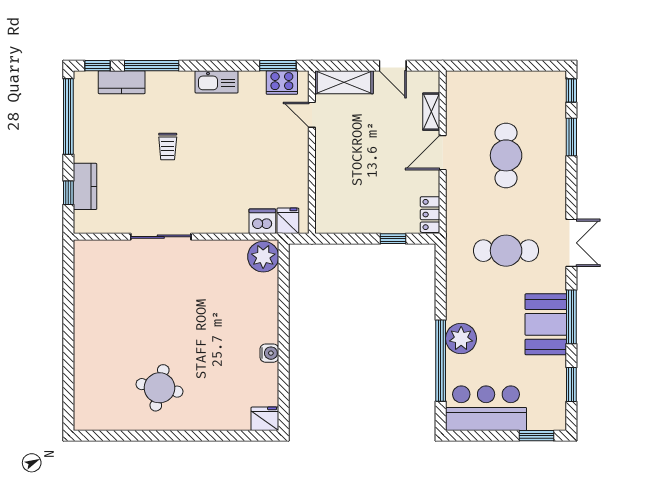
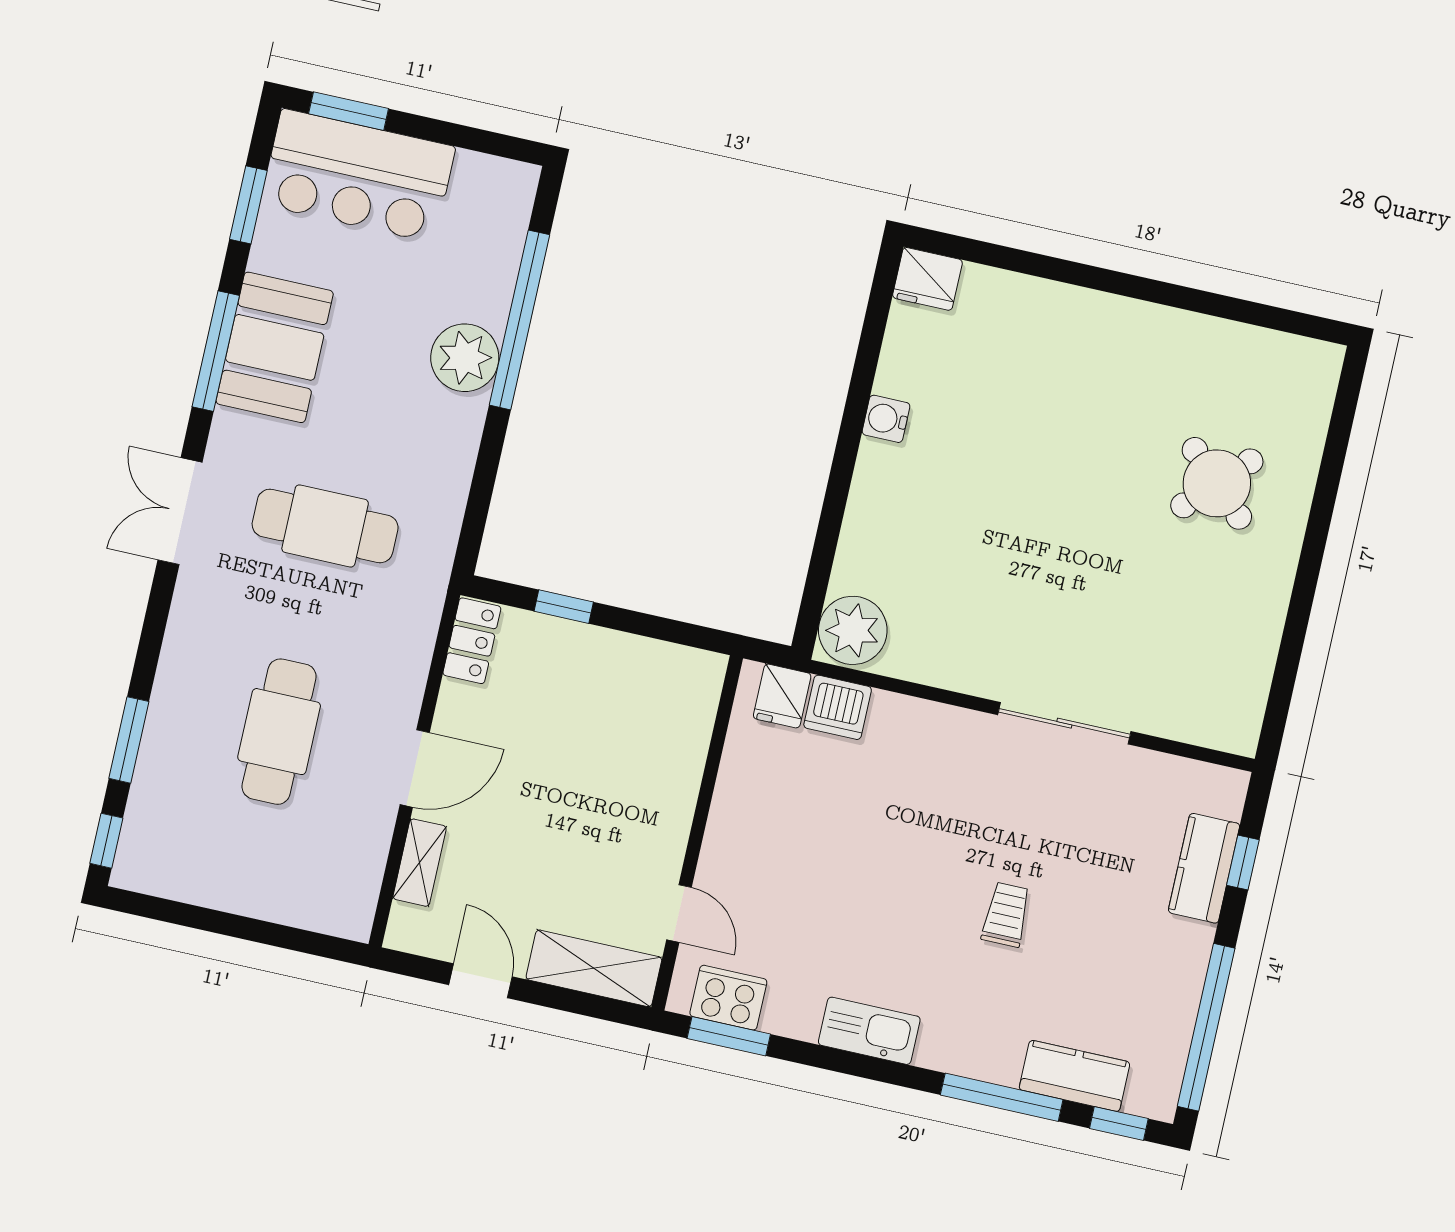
round table: (160, 388) -> (1217, 483), moved, turned 32
bar counter: (486, 408) -> (358, 176), moved

